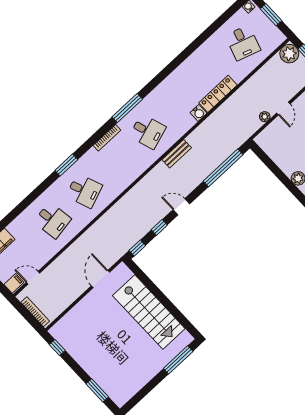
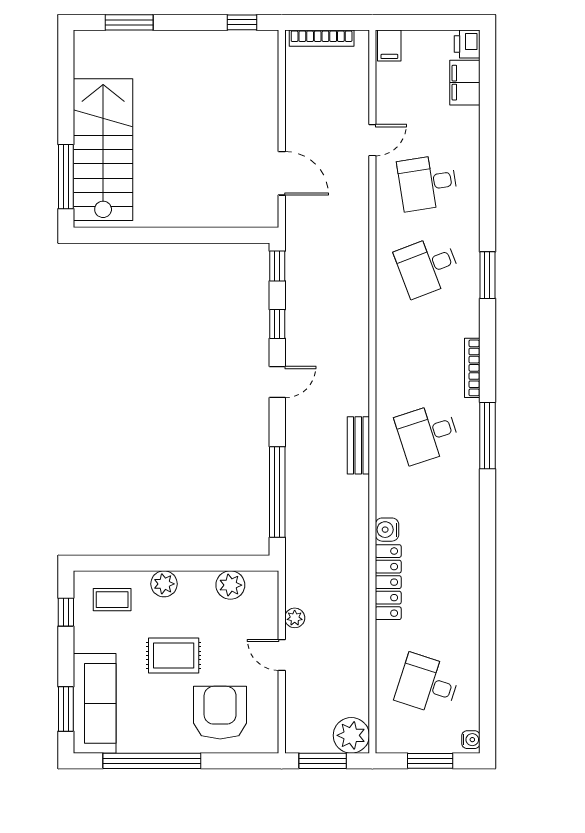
plant: (275, 153) -> (230, 585), added
door: (33, 278) -> (372, 140), moved
stairs: (149, 312) -> (103, 150), moved, turned 90

